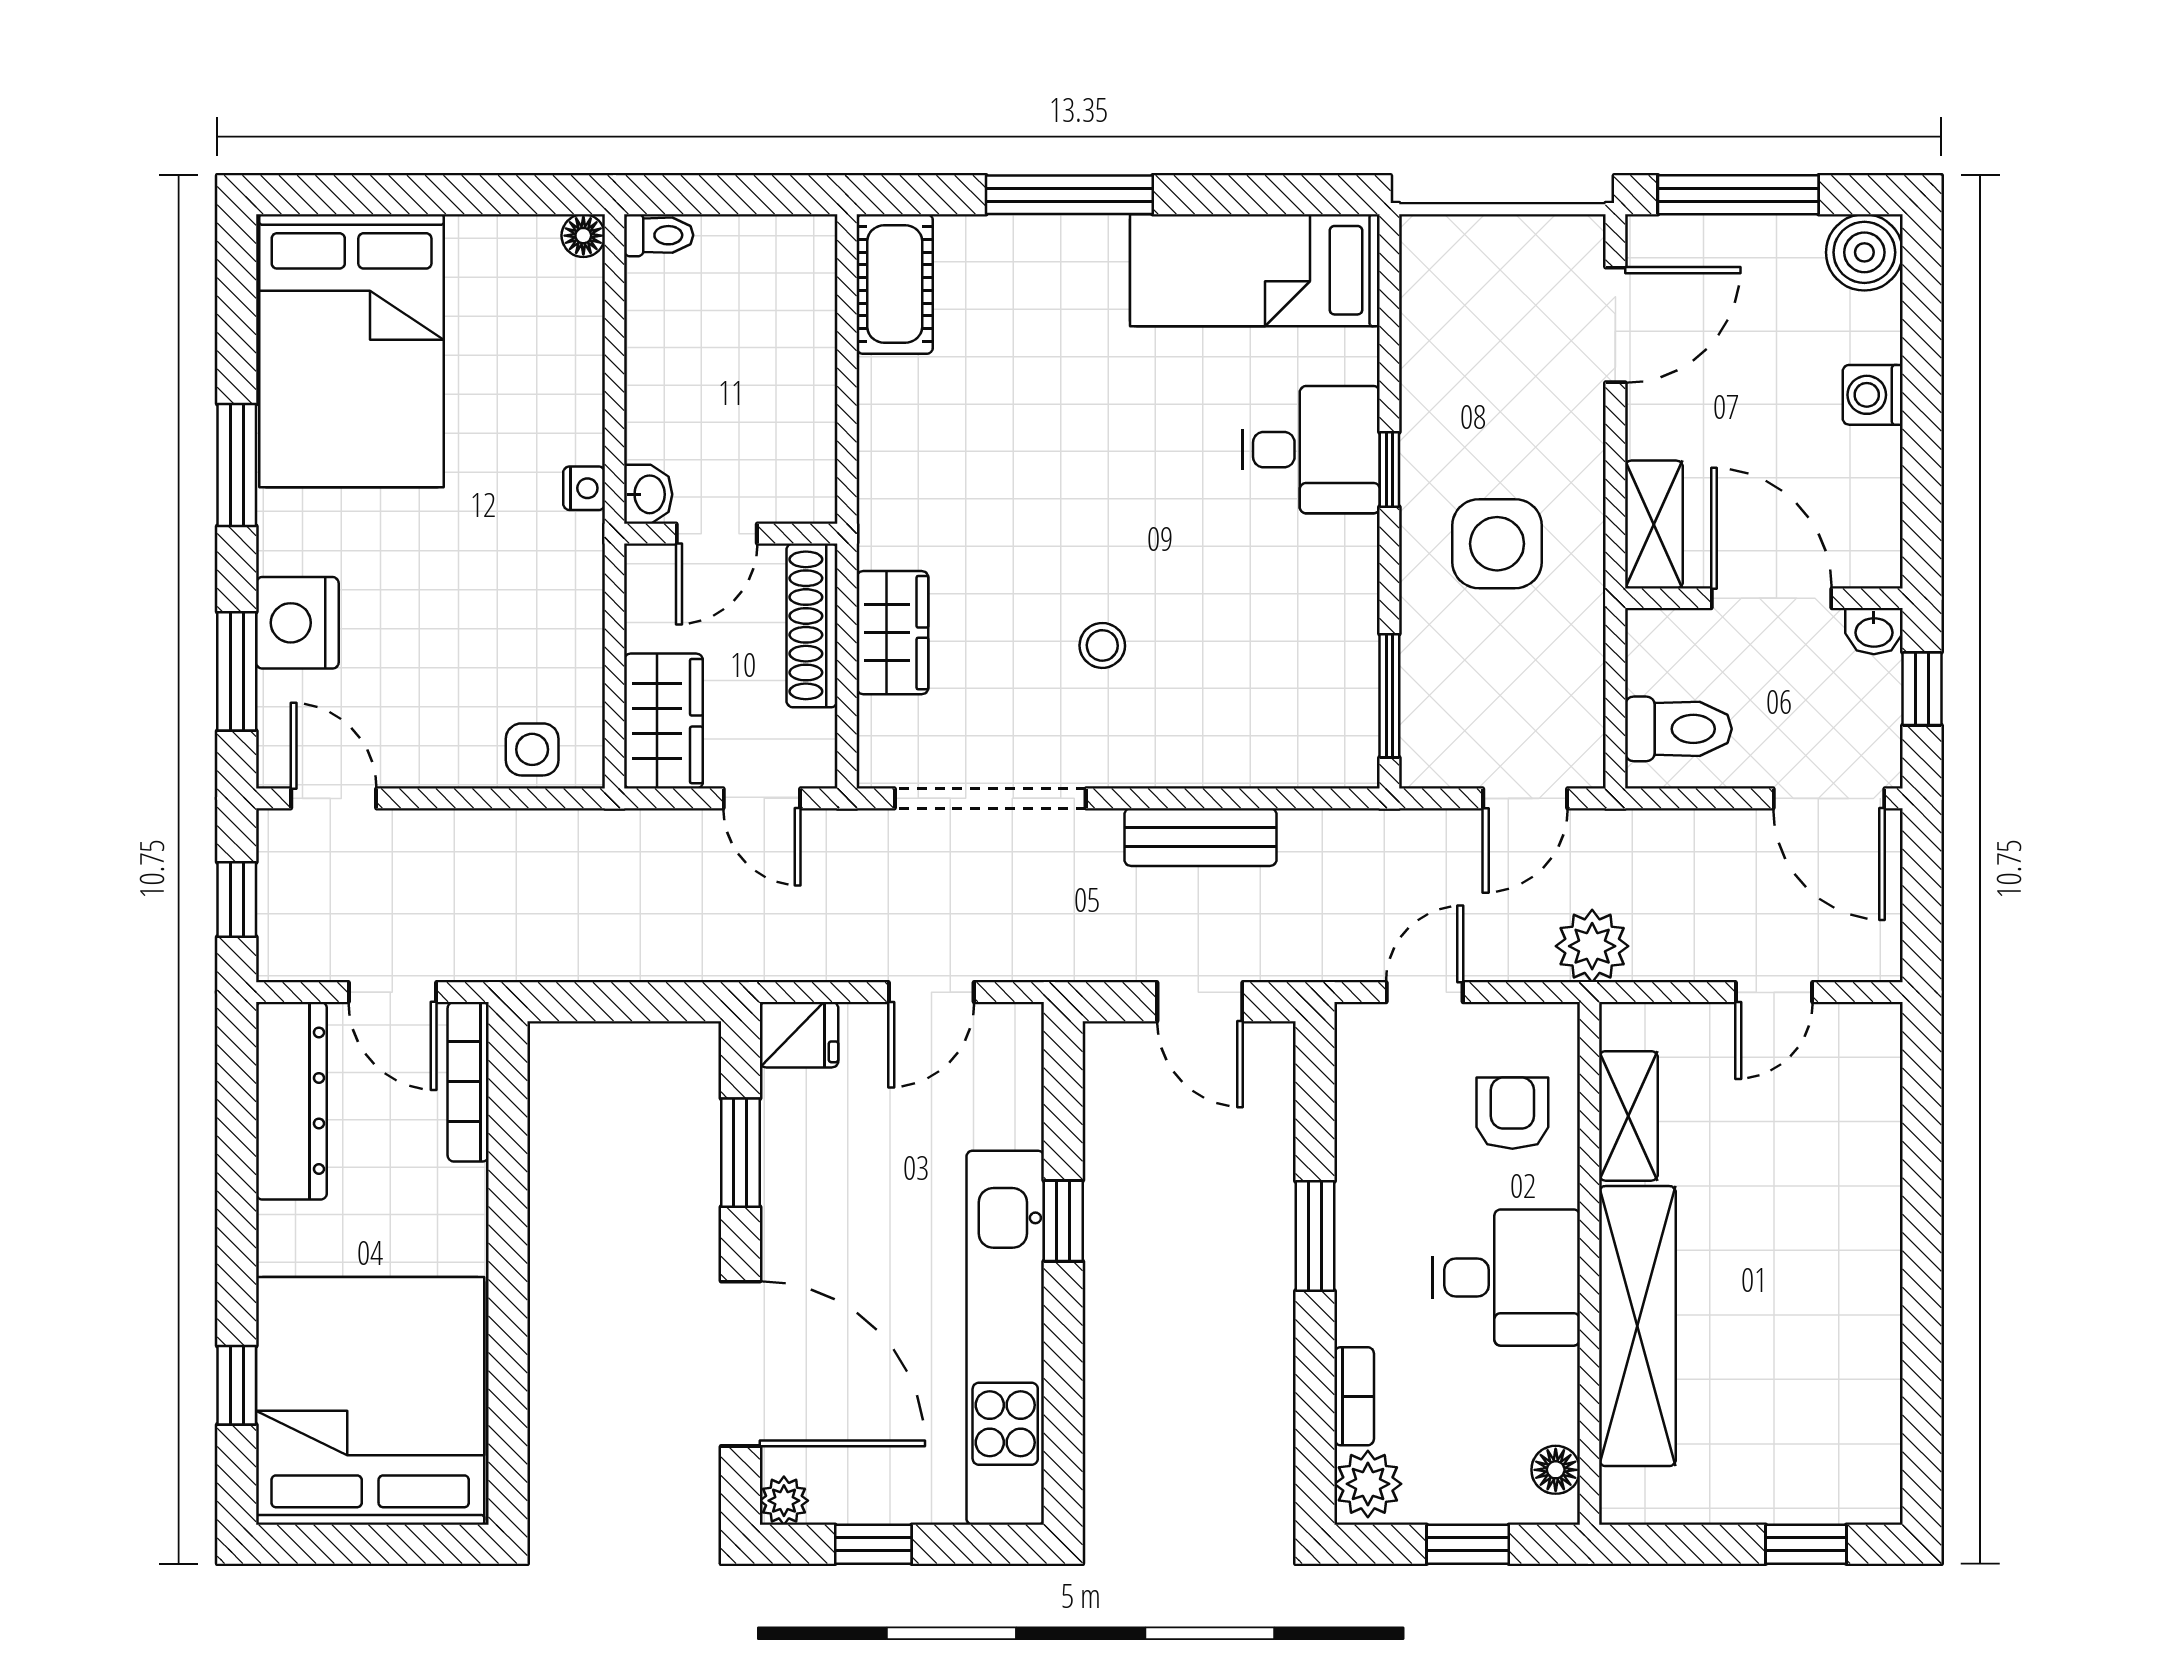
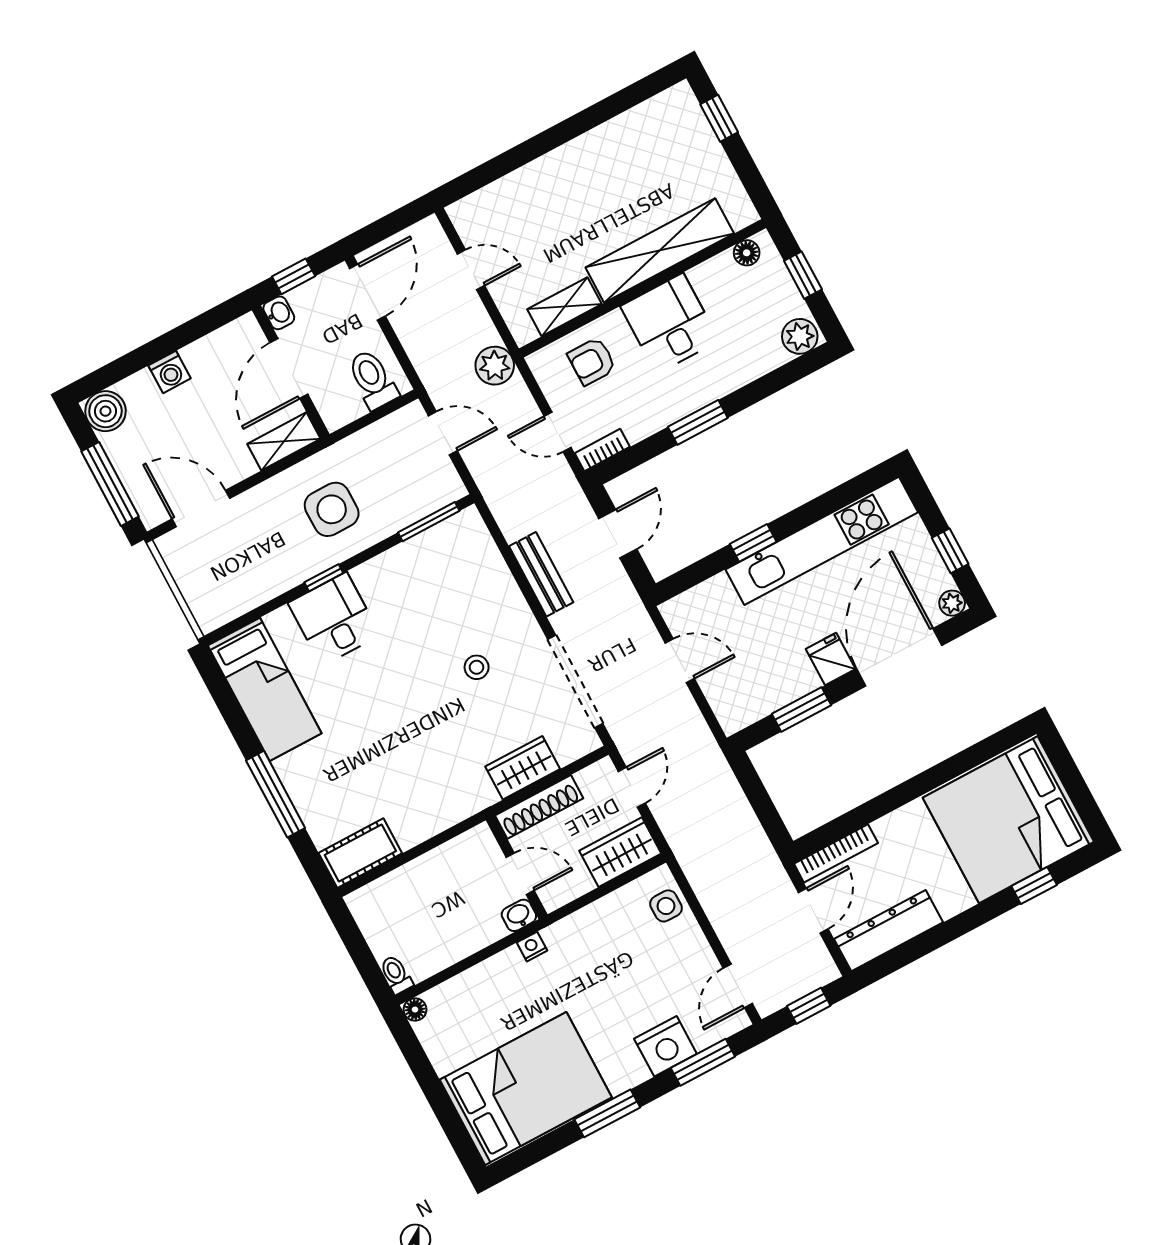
fridge: (799, 1035) -> (831, 659), moved
bookcase: (1354, 1396) -> (602, 450), moved

